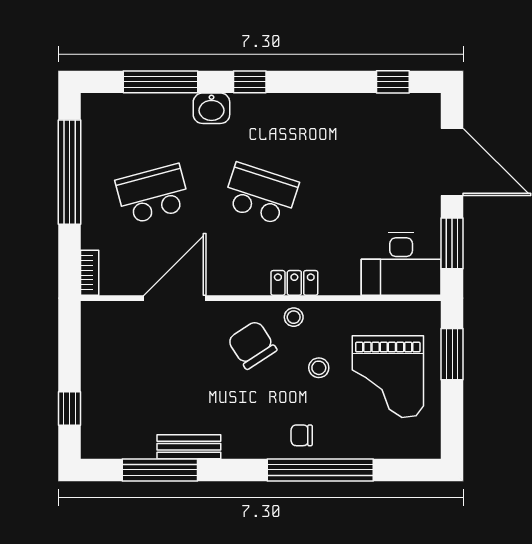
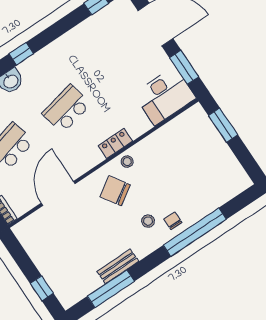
school desk: (261, 194) -> (67, 109), turned -30
stool: (319, 368) -> (148, 221), moved
grand piano: (388, 377) -> (197, 160), removed
chair: (302, 435) -> (173, 221), turned 90

